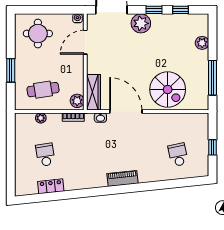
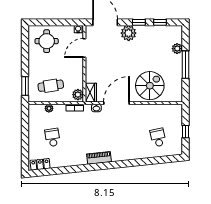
window: (11, 70) -> (25, 86), moved
window: (213, 78) -> (186, 65), moved
spiral stairs: (168, 89) -> (150, 86), turned -90
wardrobe: (93, 92) -> (91, 93), width x0.67
door: (126, 111) -> (117, 103), hinge flipped
piano: (123, 178) -> (99, 158), moved
locker: (51, 186) -> (40, 164), moved

